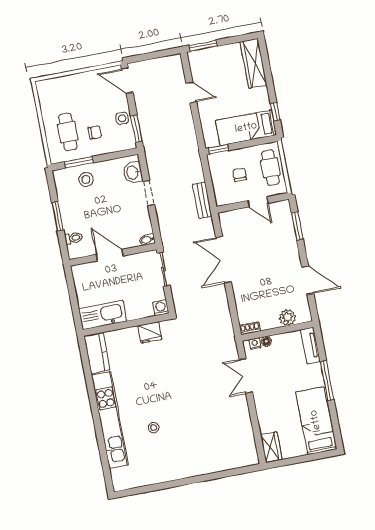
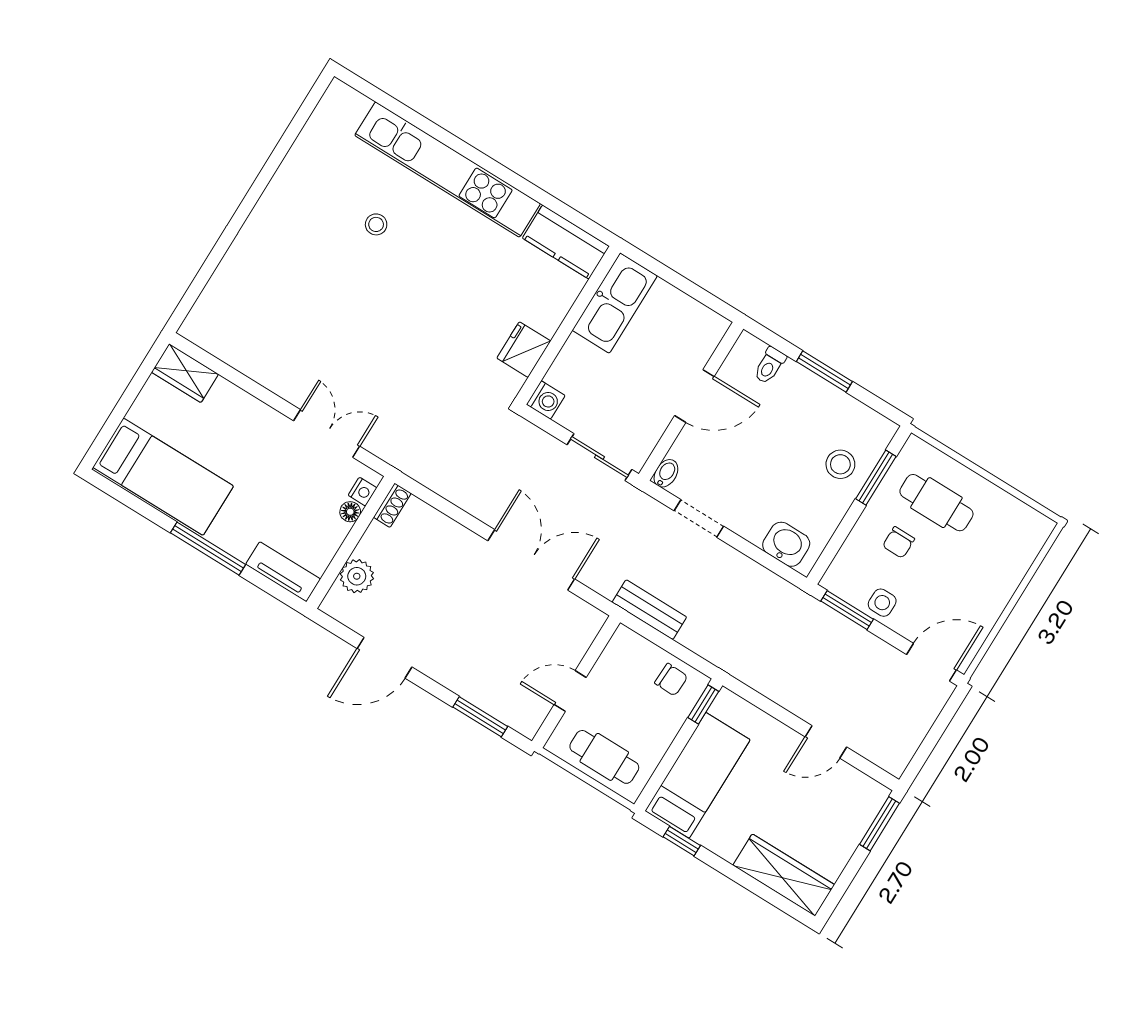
chair: (240, 175) -> (671, 680), moved
doorway: (149, 193) -> (699, 519), moved

